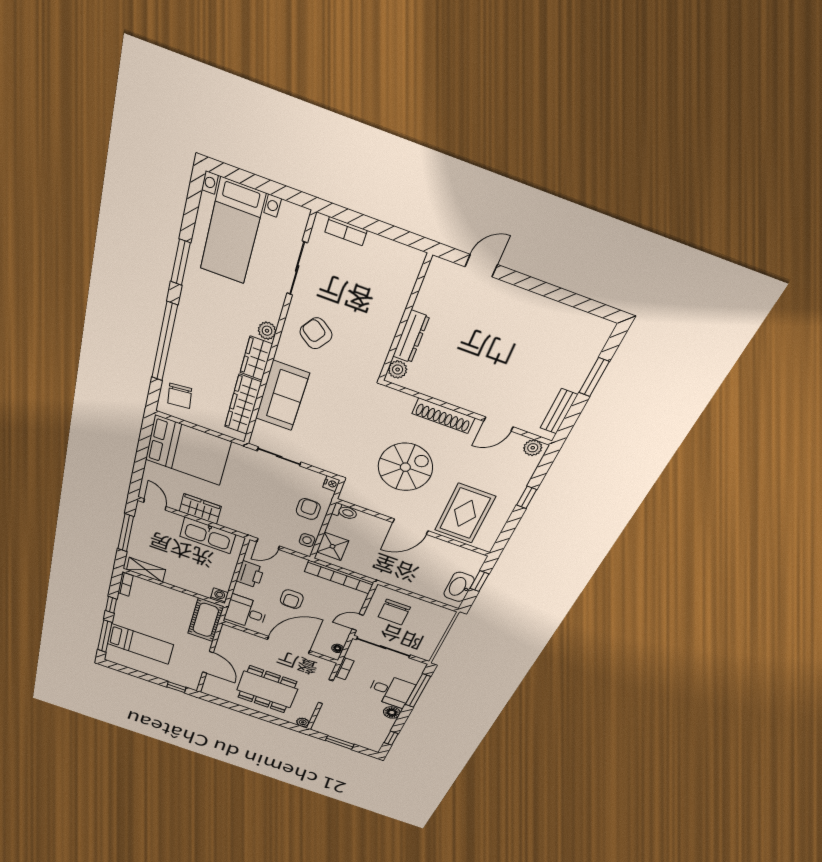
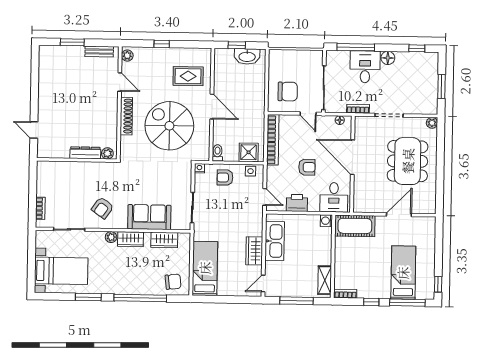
wardrobe: (243, 405) -> (164, 240), width x0.67
bed: (188, 451) -> (205, 268), width x0.67
spiral stairs: (405, 467) -> (169, 126), width x1.37, depth x1.37
rug: (465, 513) -> (188, 76), width x0.73, depth x0.70
window: (176, 687) -> (438, 284), moved

